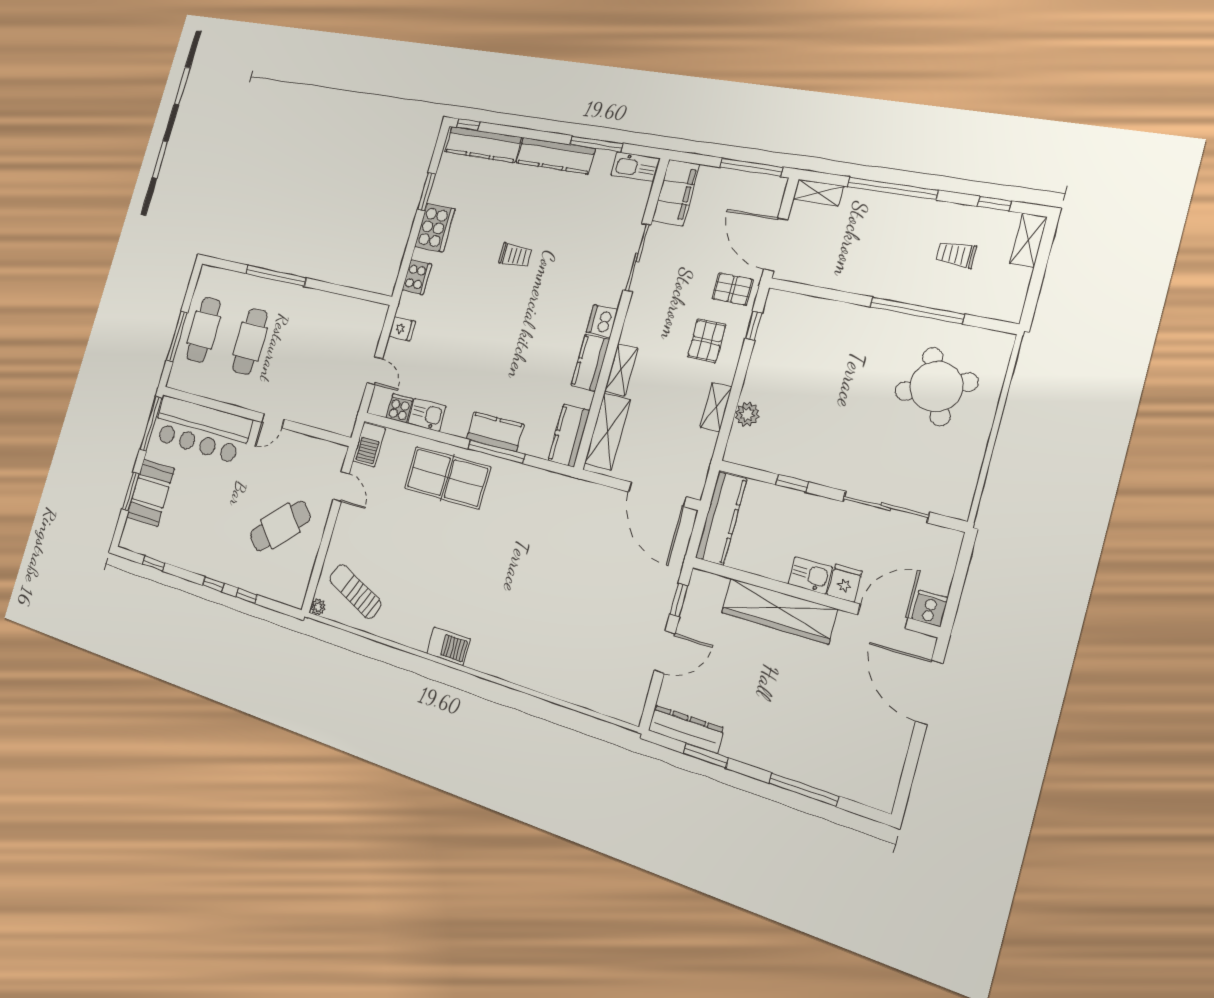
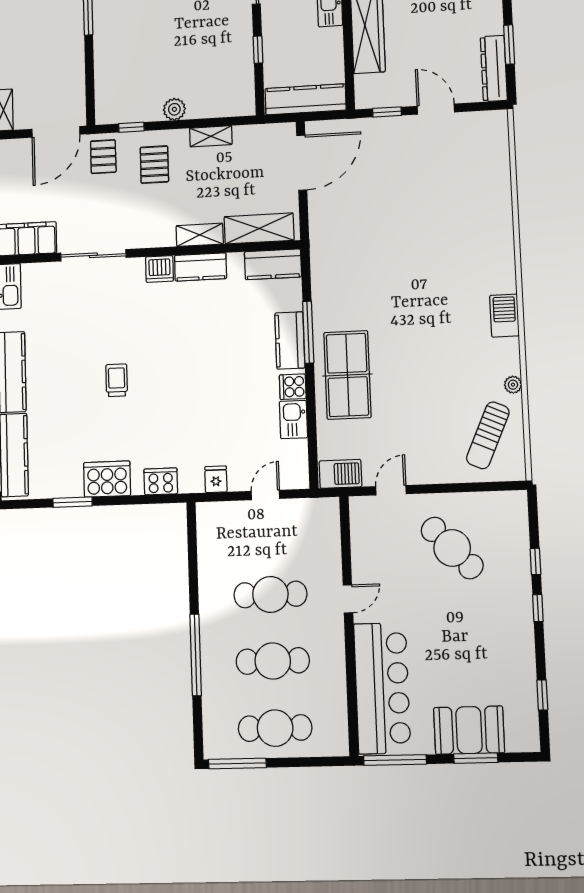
window: (177, 336) -> (237, 763), moved
pallet: (707, 341) -> (154, 165), turned 90
cafe table: (298, 353) -> (270, 594), added
cooker: (400, 408) -> (293, 387), moved
plant: (747, 414) -> (174, 109), moved
door: (273, 421) -> (348, 599), hinge flipped
plant: (318, 607) -> (513, 385), moved

